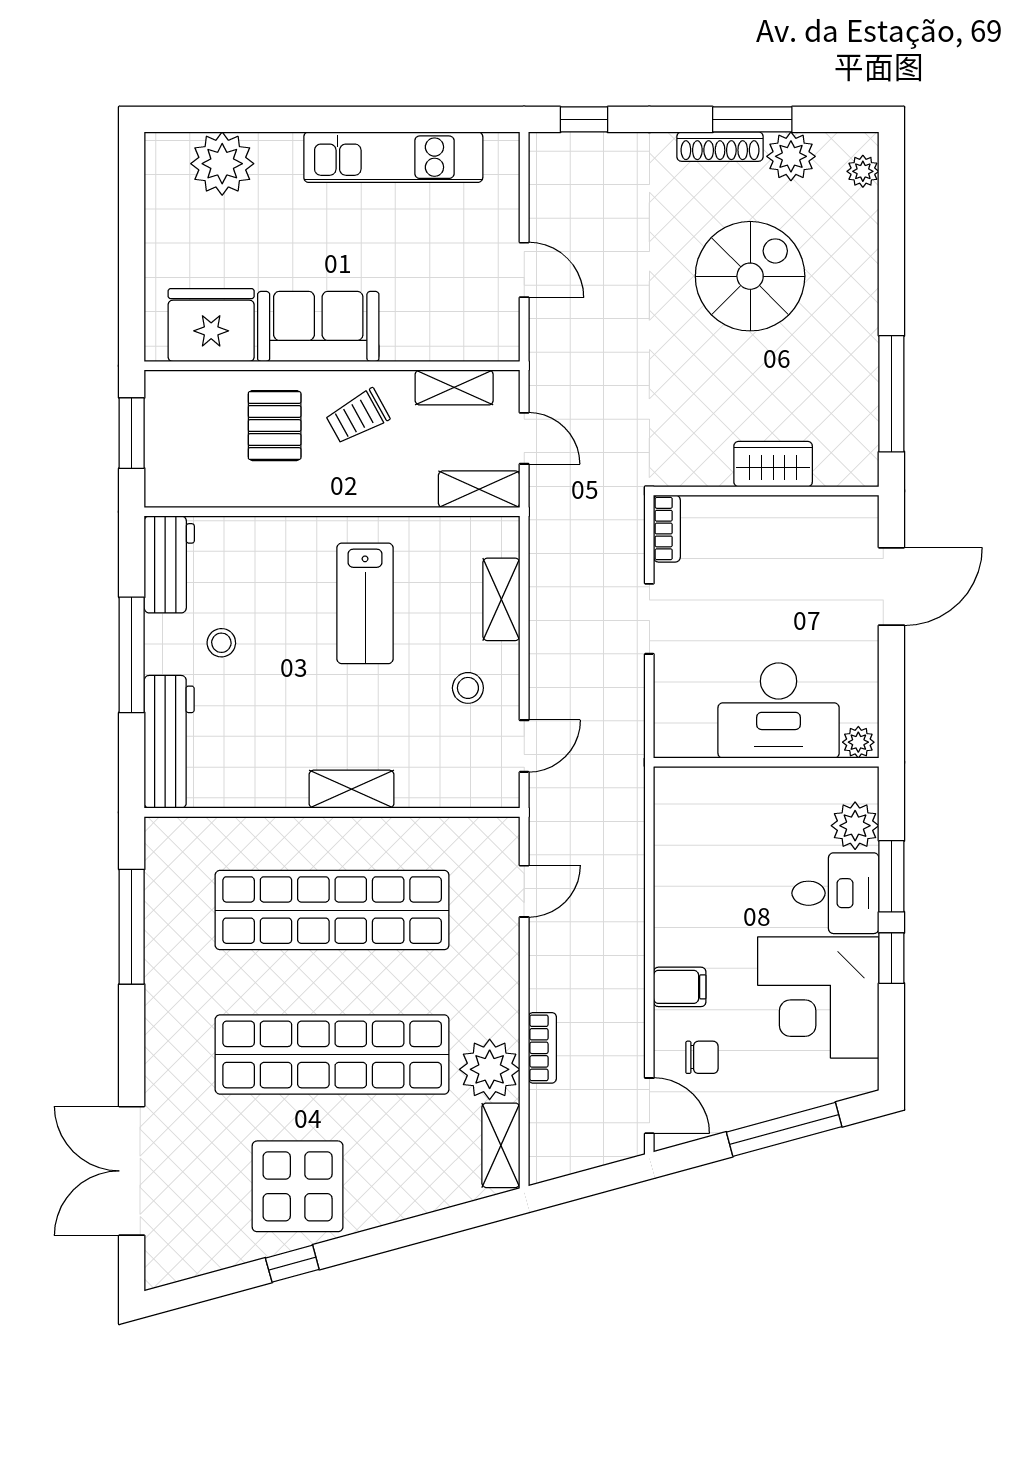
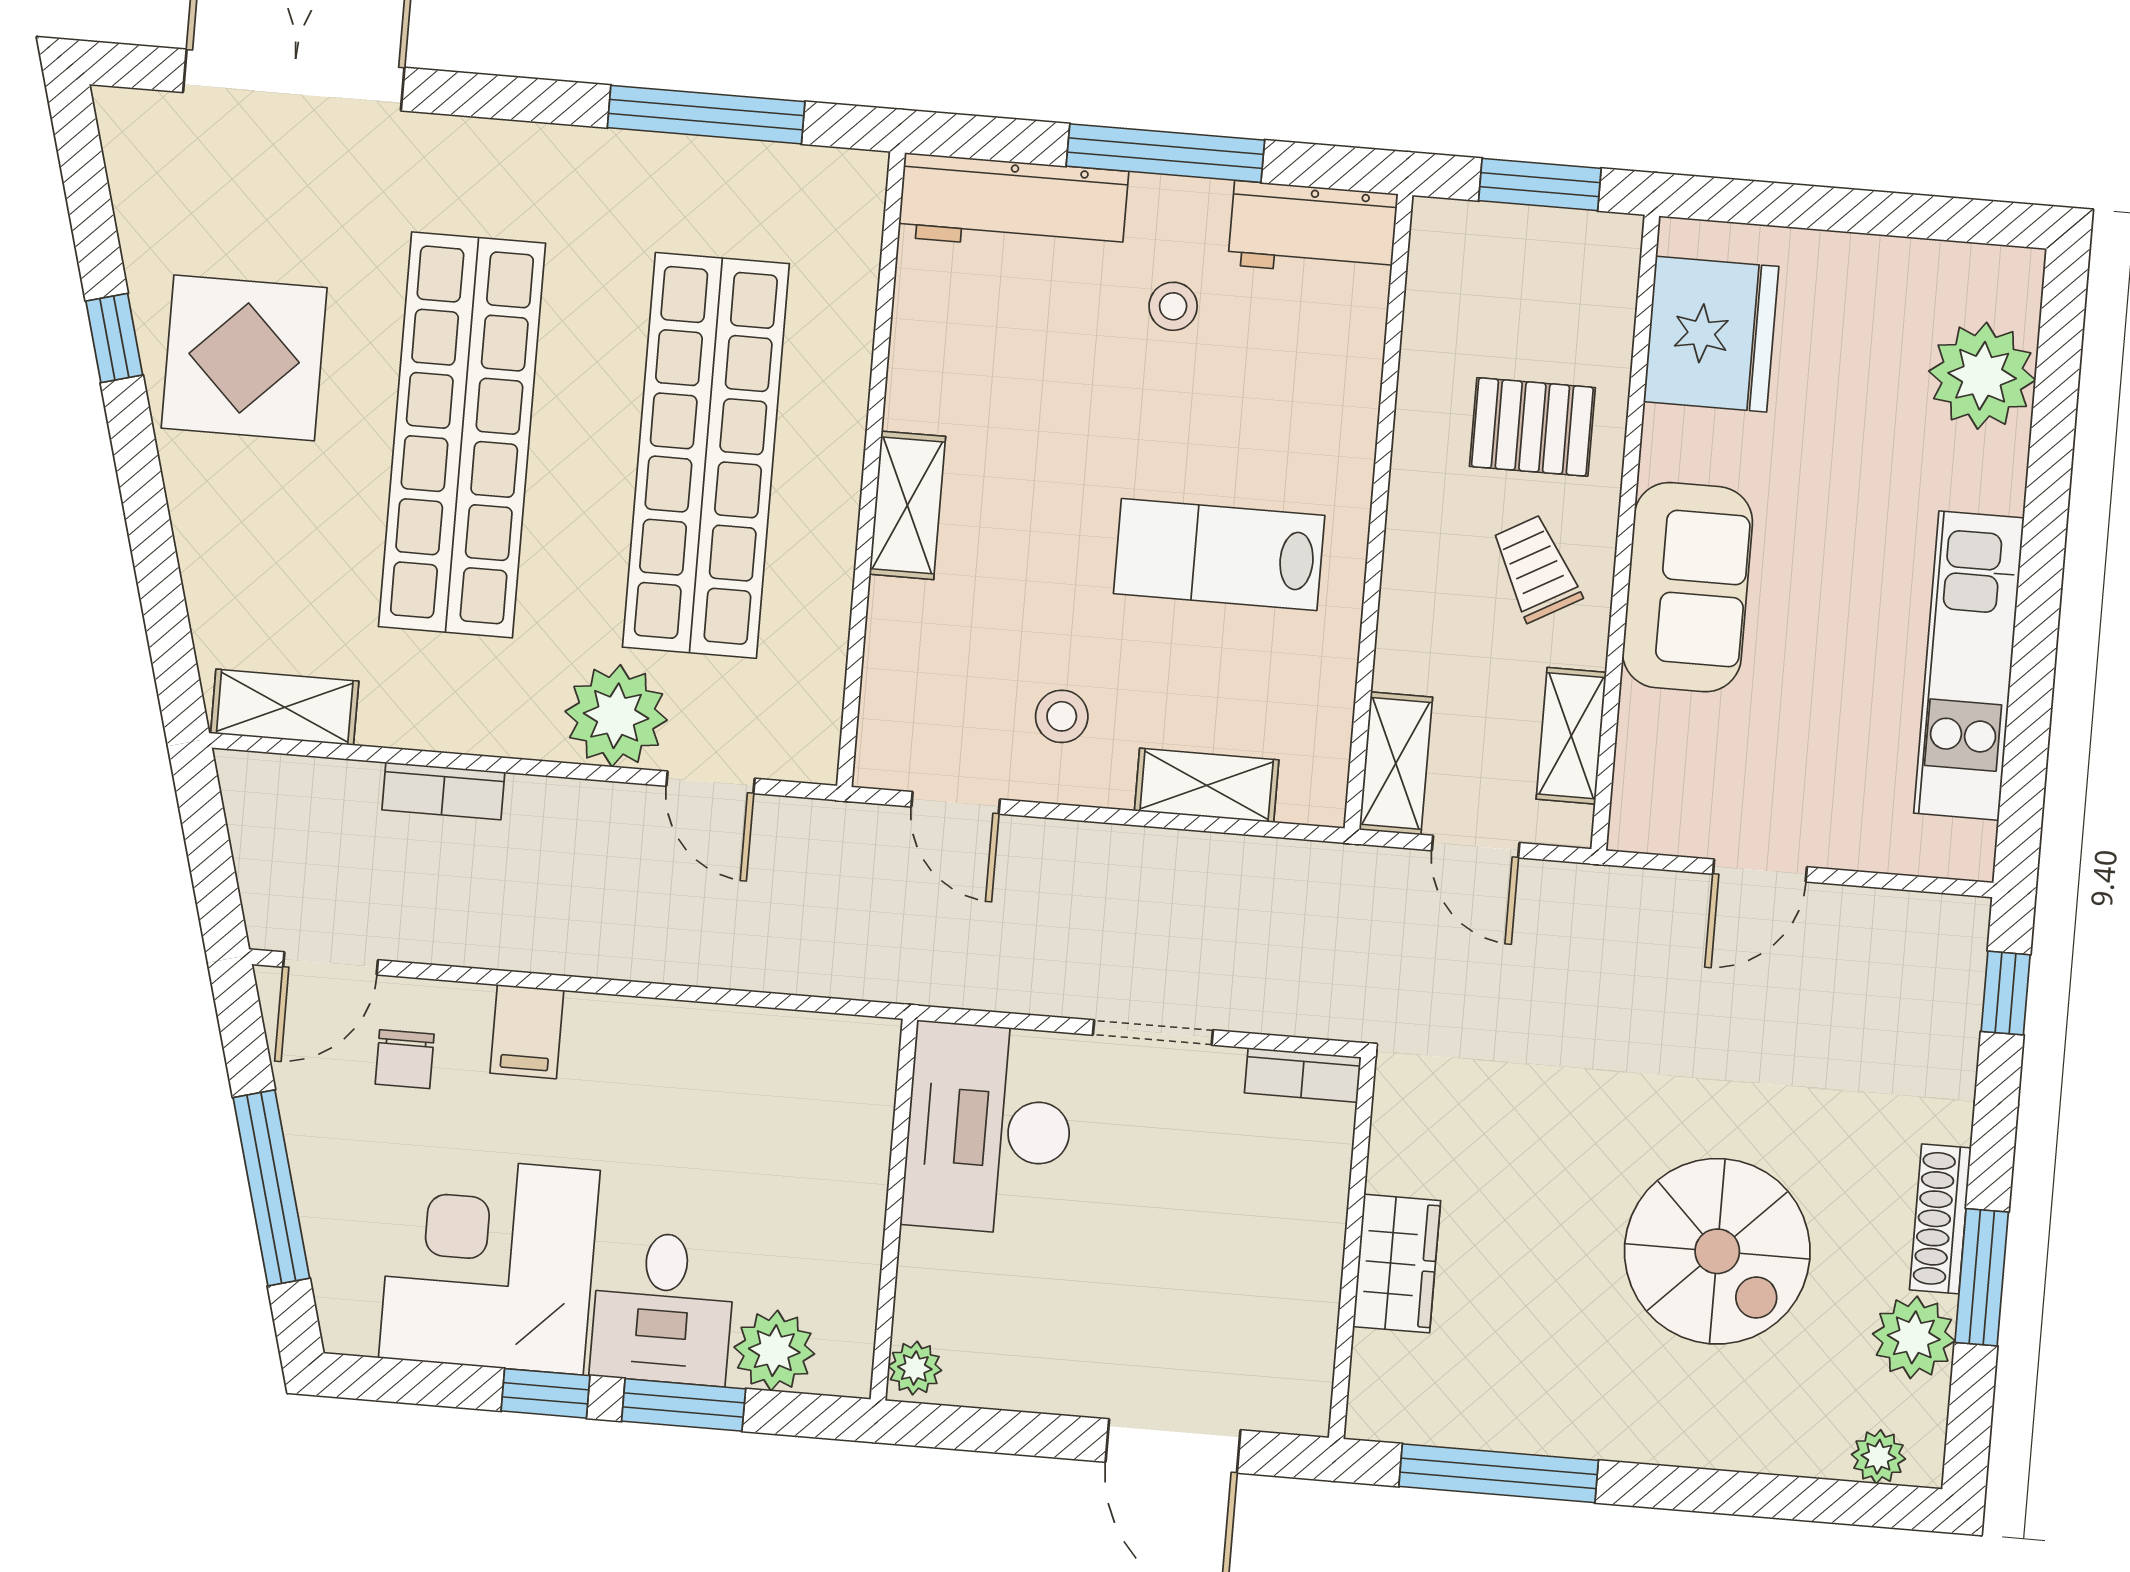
sofa: (318, 326) -> (1688, 587), moved
door: (524, 438) -> (1476, 847), hinge flipped
desk: (779, 711) -> (989, 1129), moved
plant: (490, 1069) -> (616, 716), moved

